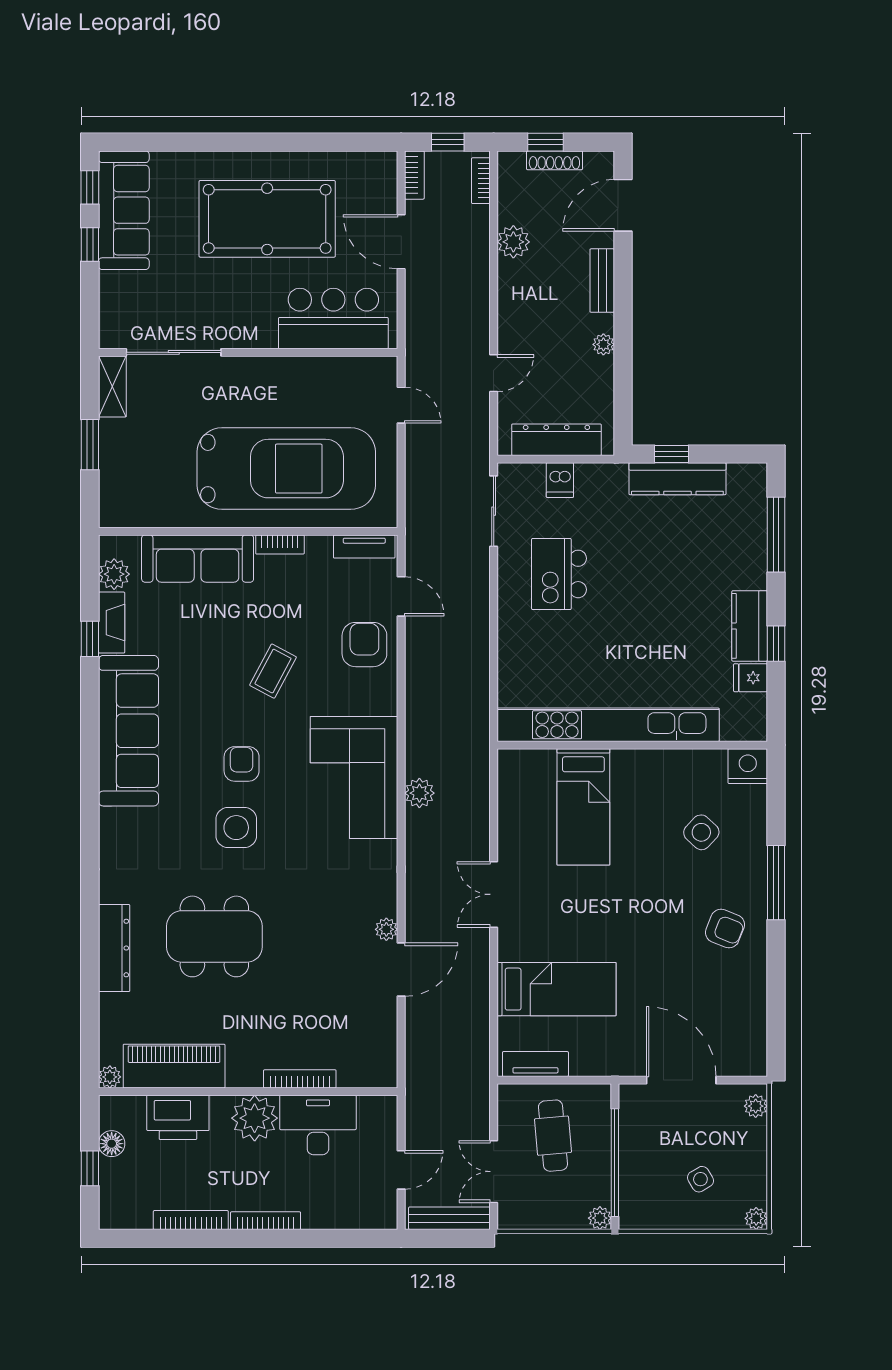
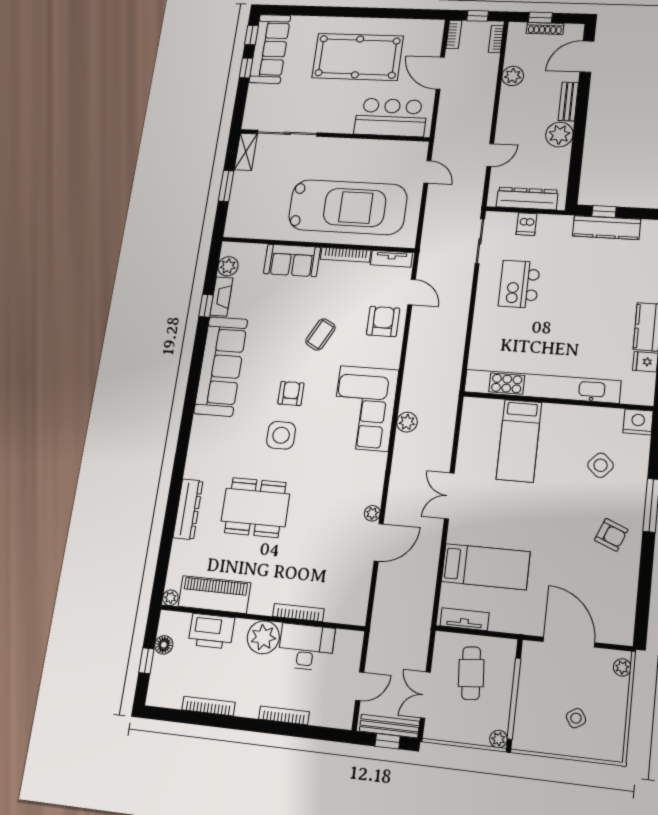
plant: (603, 344) -> (559, 135), width x1.87, depth x1.87
bookcase: (280, 545) -> (346, 255), width x1.56
sofa: (198, 559) -> (292, 260), width x0.73
plant: (756, 1218) -> (615, 753), removed
bookcase: (266, 1221) -> (284, 715), moved
window: (449, 1238) -> (388, 741), added

